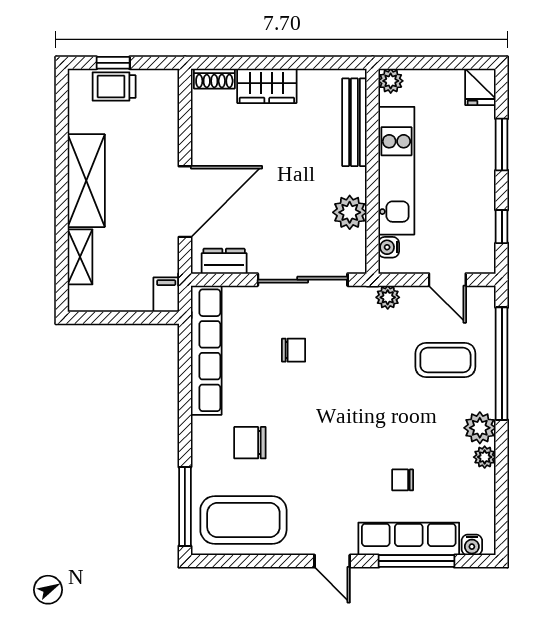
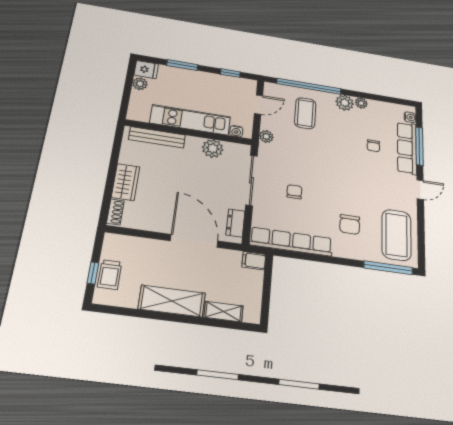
plant: (391, 81) -> (140, 84), moved

